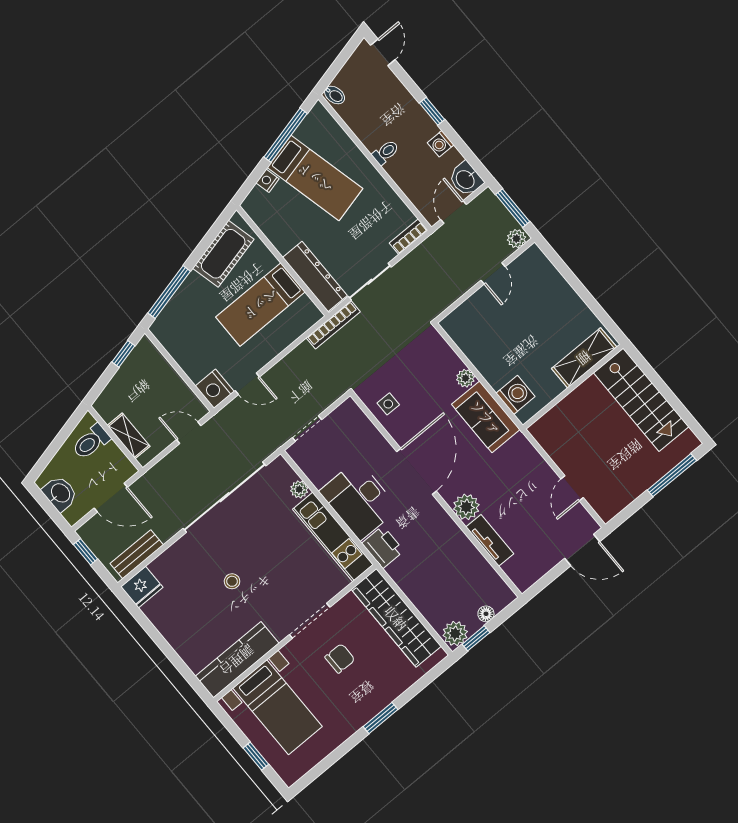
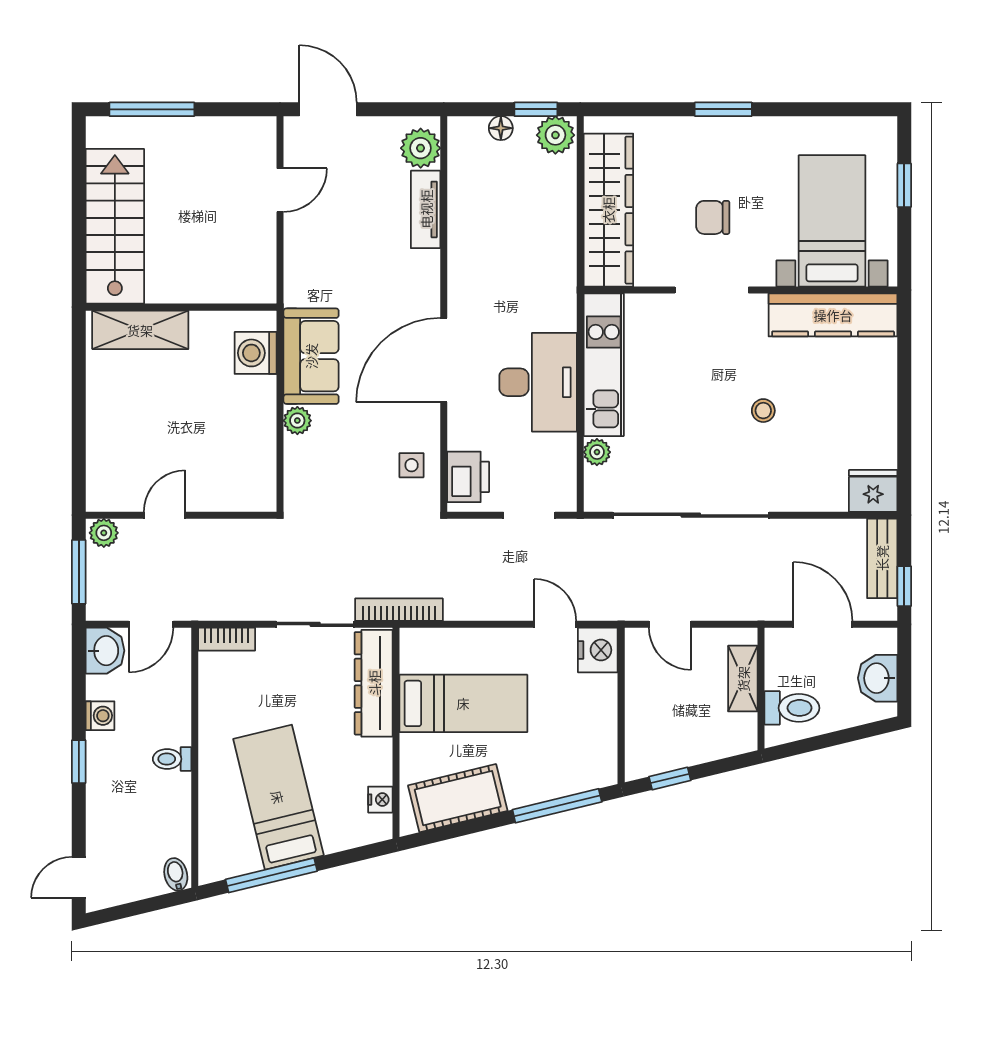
nightstand: (267, 181) -> (380, 800), moved, turned -76
plant: (466, 507) -> (421, 148), moved
printer: (383, 547) -> (468, 477), moved, turned 180
bench: (137, 554) -> (882, 558), moved, turned 90

